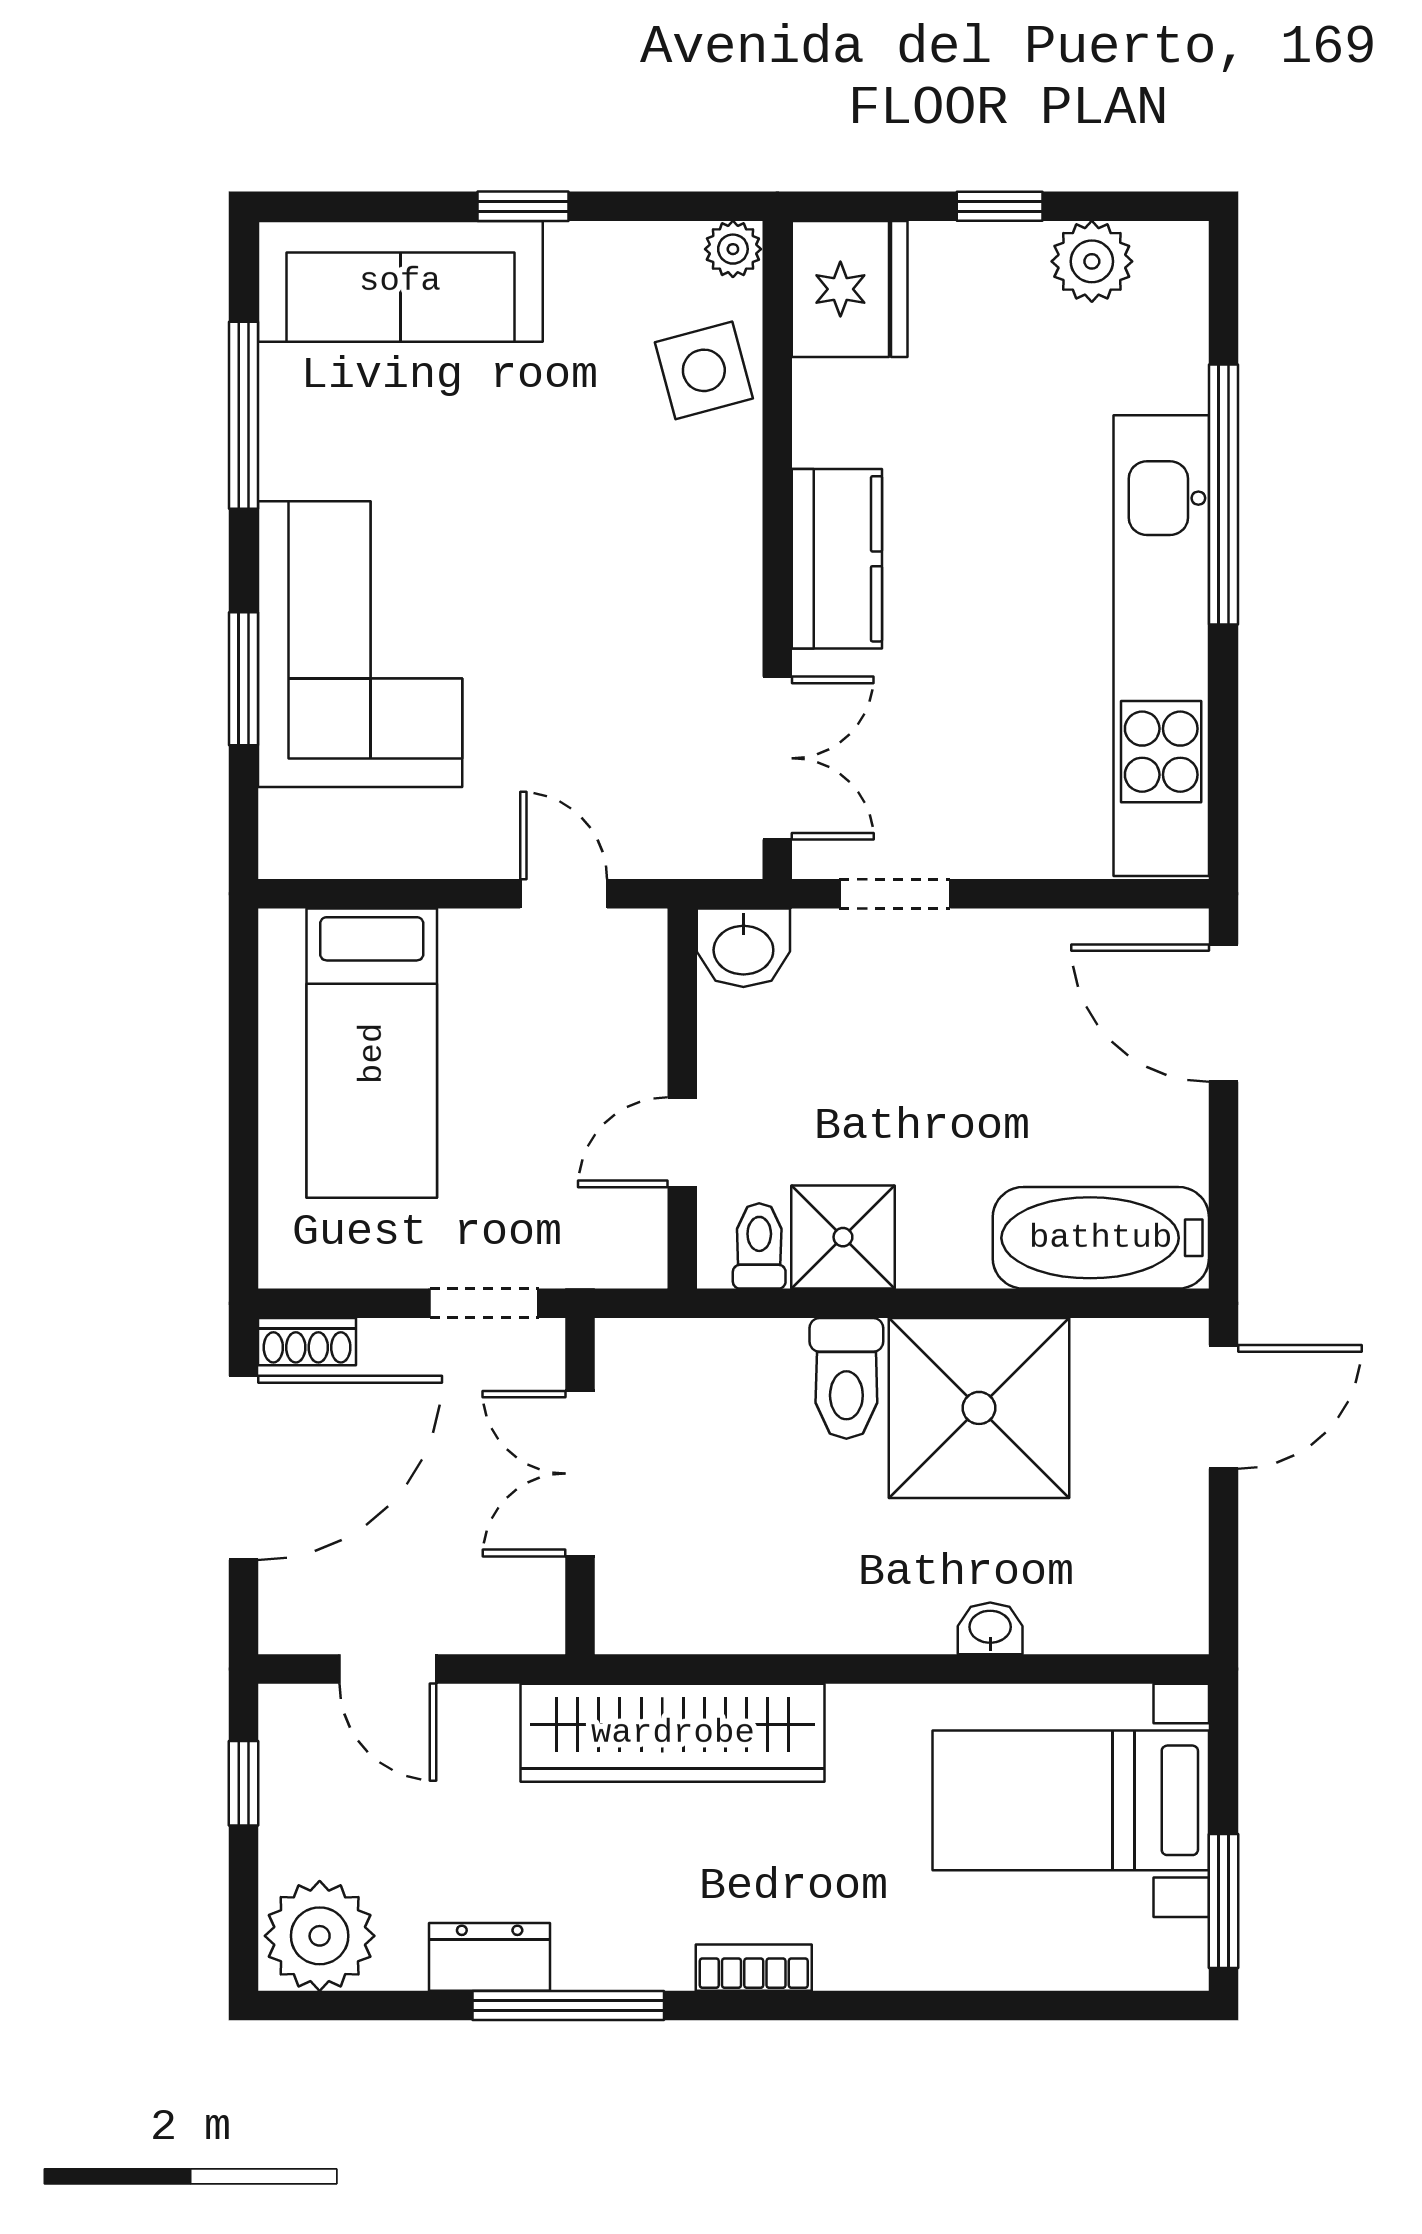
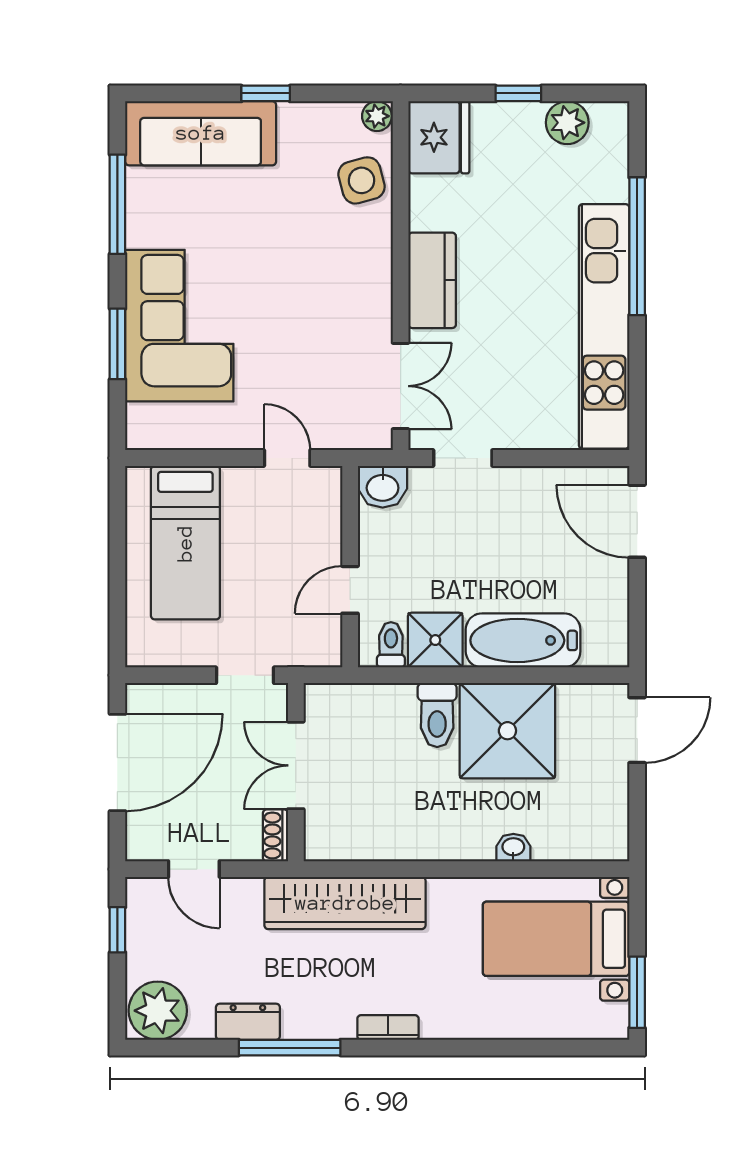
bathtub: (1101, 1238) -> (523, 640), moved
shoe rack: (307, 1342) -> (275, 835), moved, turned 90

